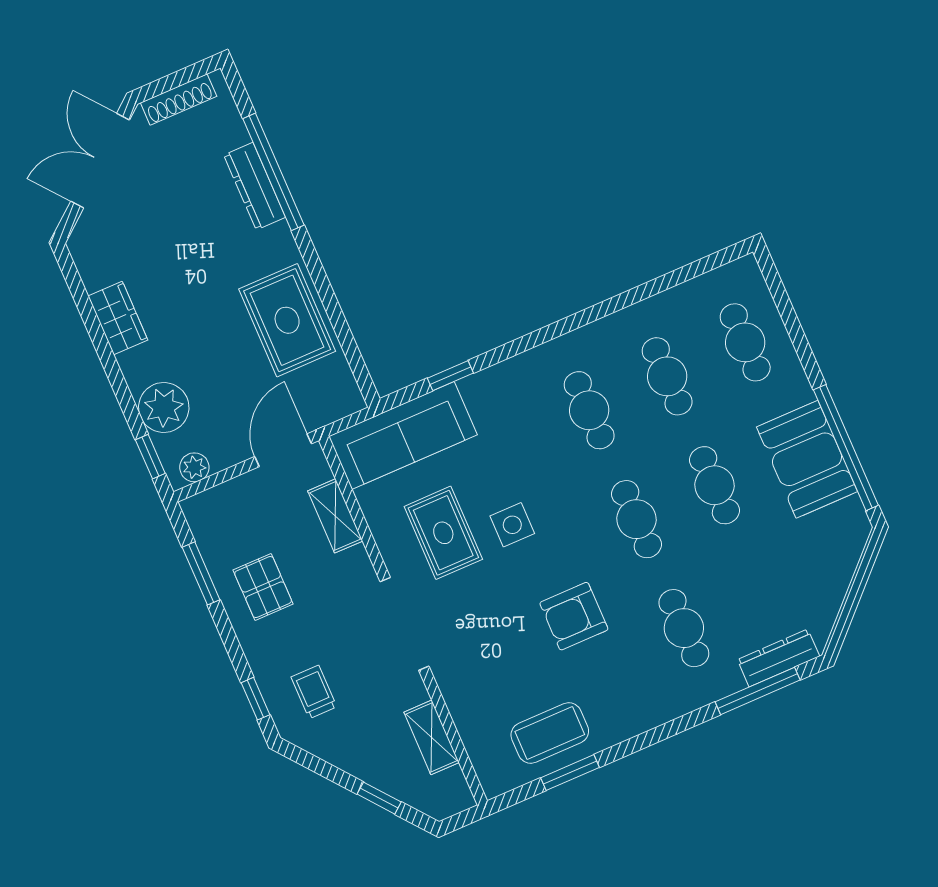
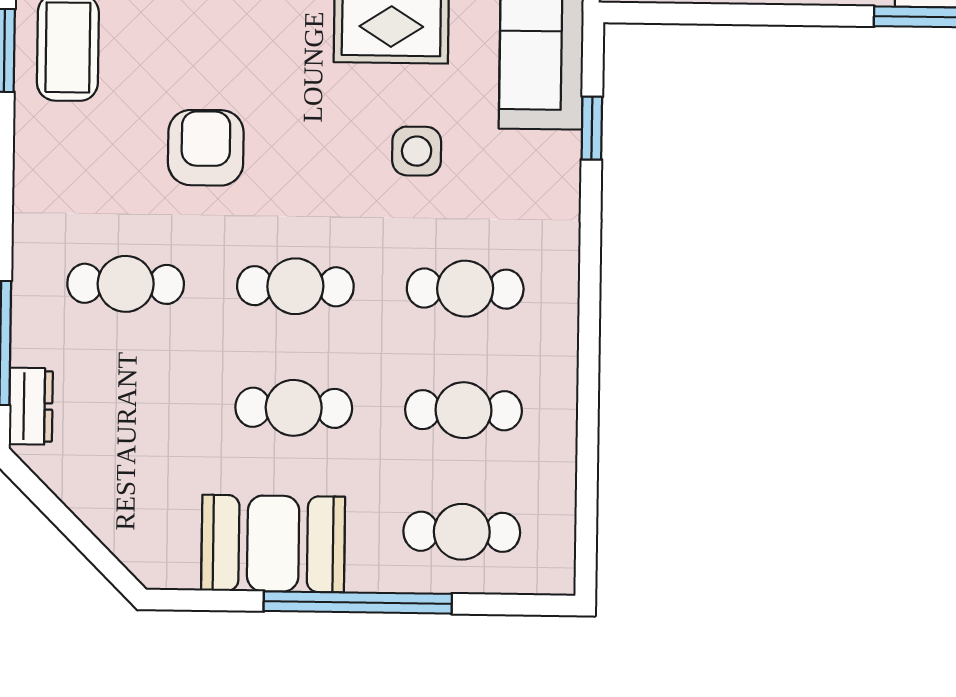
window: (846, 448) -> (358, 602), moved
side table: (512, 525) -> (417, 151), moved
dresser: (778, 658) -> (31, 406), width x0.70

